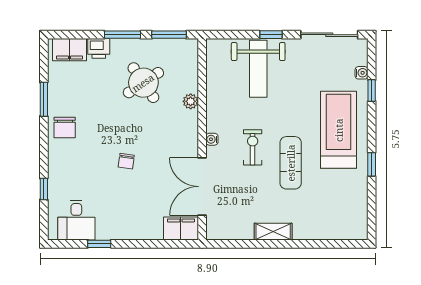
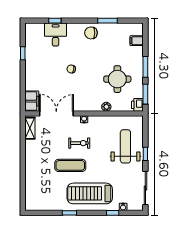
printer: (99, 48) -> (137, 105), moved
filing cabinet: (70, 50) -> (137, 41), width x0.50
weight bench: (258, 69) -> (125, 146), turned 90
round table: (143, 83) -> (117, 79), turned 34
treadmill: (339, 130) -> (90, 193), turned 180
desk: (76, 220) -> (56, 35), moved, turned 90
shelving: (273, 232) -> (30, 128), moved

